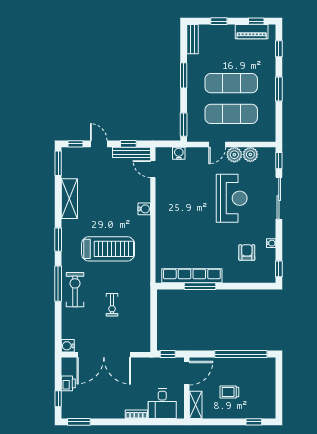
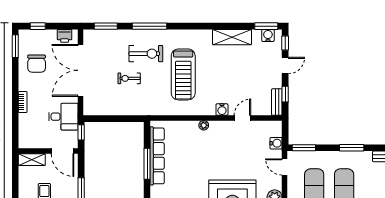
door: (217, 144) -> (285, 167), moved
bench: (131, 152) -> (277, 102), width x0.73
door: (153, 169) -> (242, 118), moved
plant: (160, 228) -> (204, 125), added
window: (58, 240) -> (106, 26), moved
exercise bike: (75, 290) -> (146, 54), moved
water cooler: (68, 346) -> (268, 35), moved
printer: (68, 383) -> (65, 36), moved
chair: (97, 400) -> (37, 64), added
desk: (162, 404) -> (63, 117), moved, turned 180

